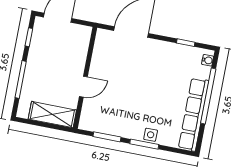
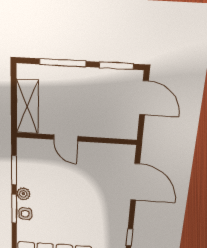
window: (29, 37) -> (116, 66), width x1.50
plant: (131, 133) -> (23, 194), added

